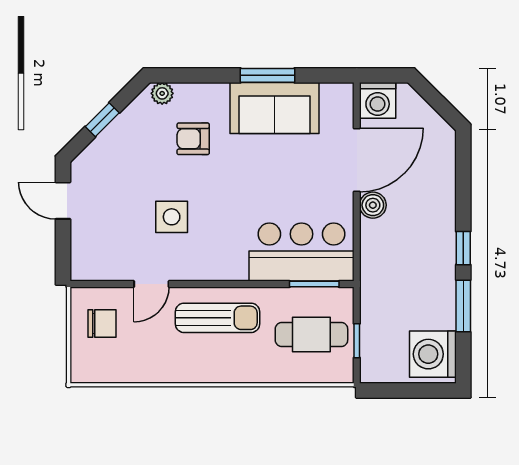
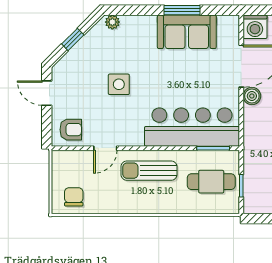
armchair: (193, 139) -> (71, 130), moved, turned 180
side table: (172, 217) -> (119, 84), moved
bar counter: (302, 252) -> (192, 127), width x1.36
sun lounger: (217, 318) -> (149, 171), turned 180
chair: (102, 323) -> (74, 197), moved, turned -90

